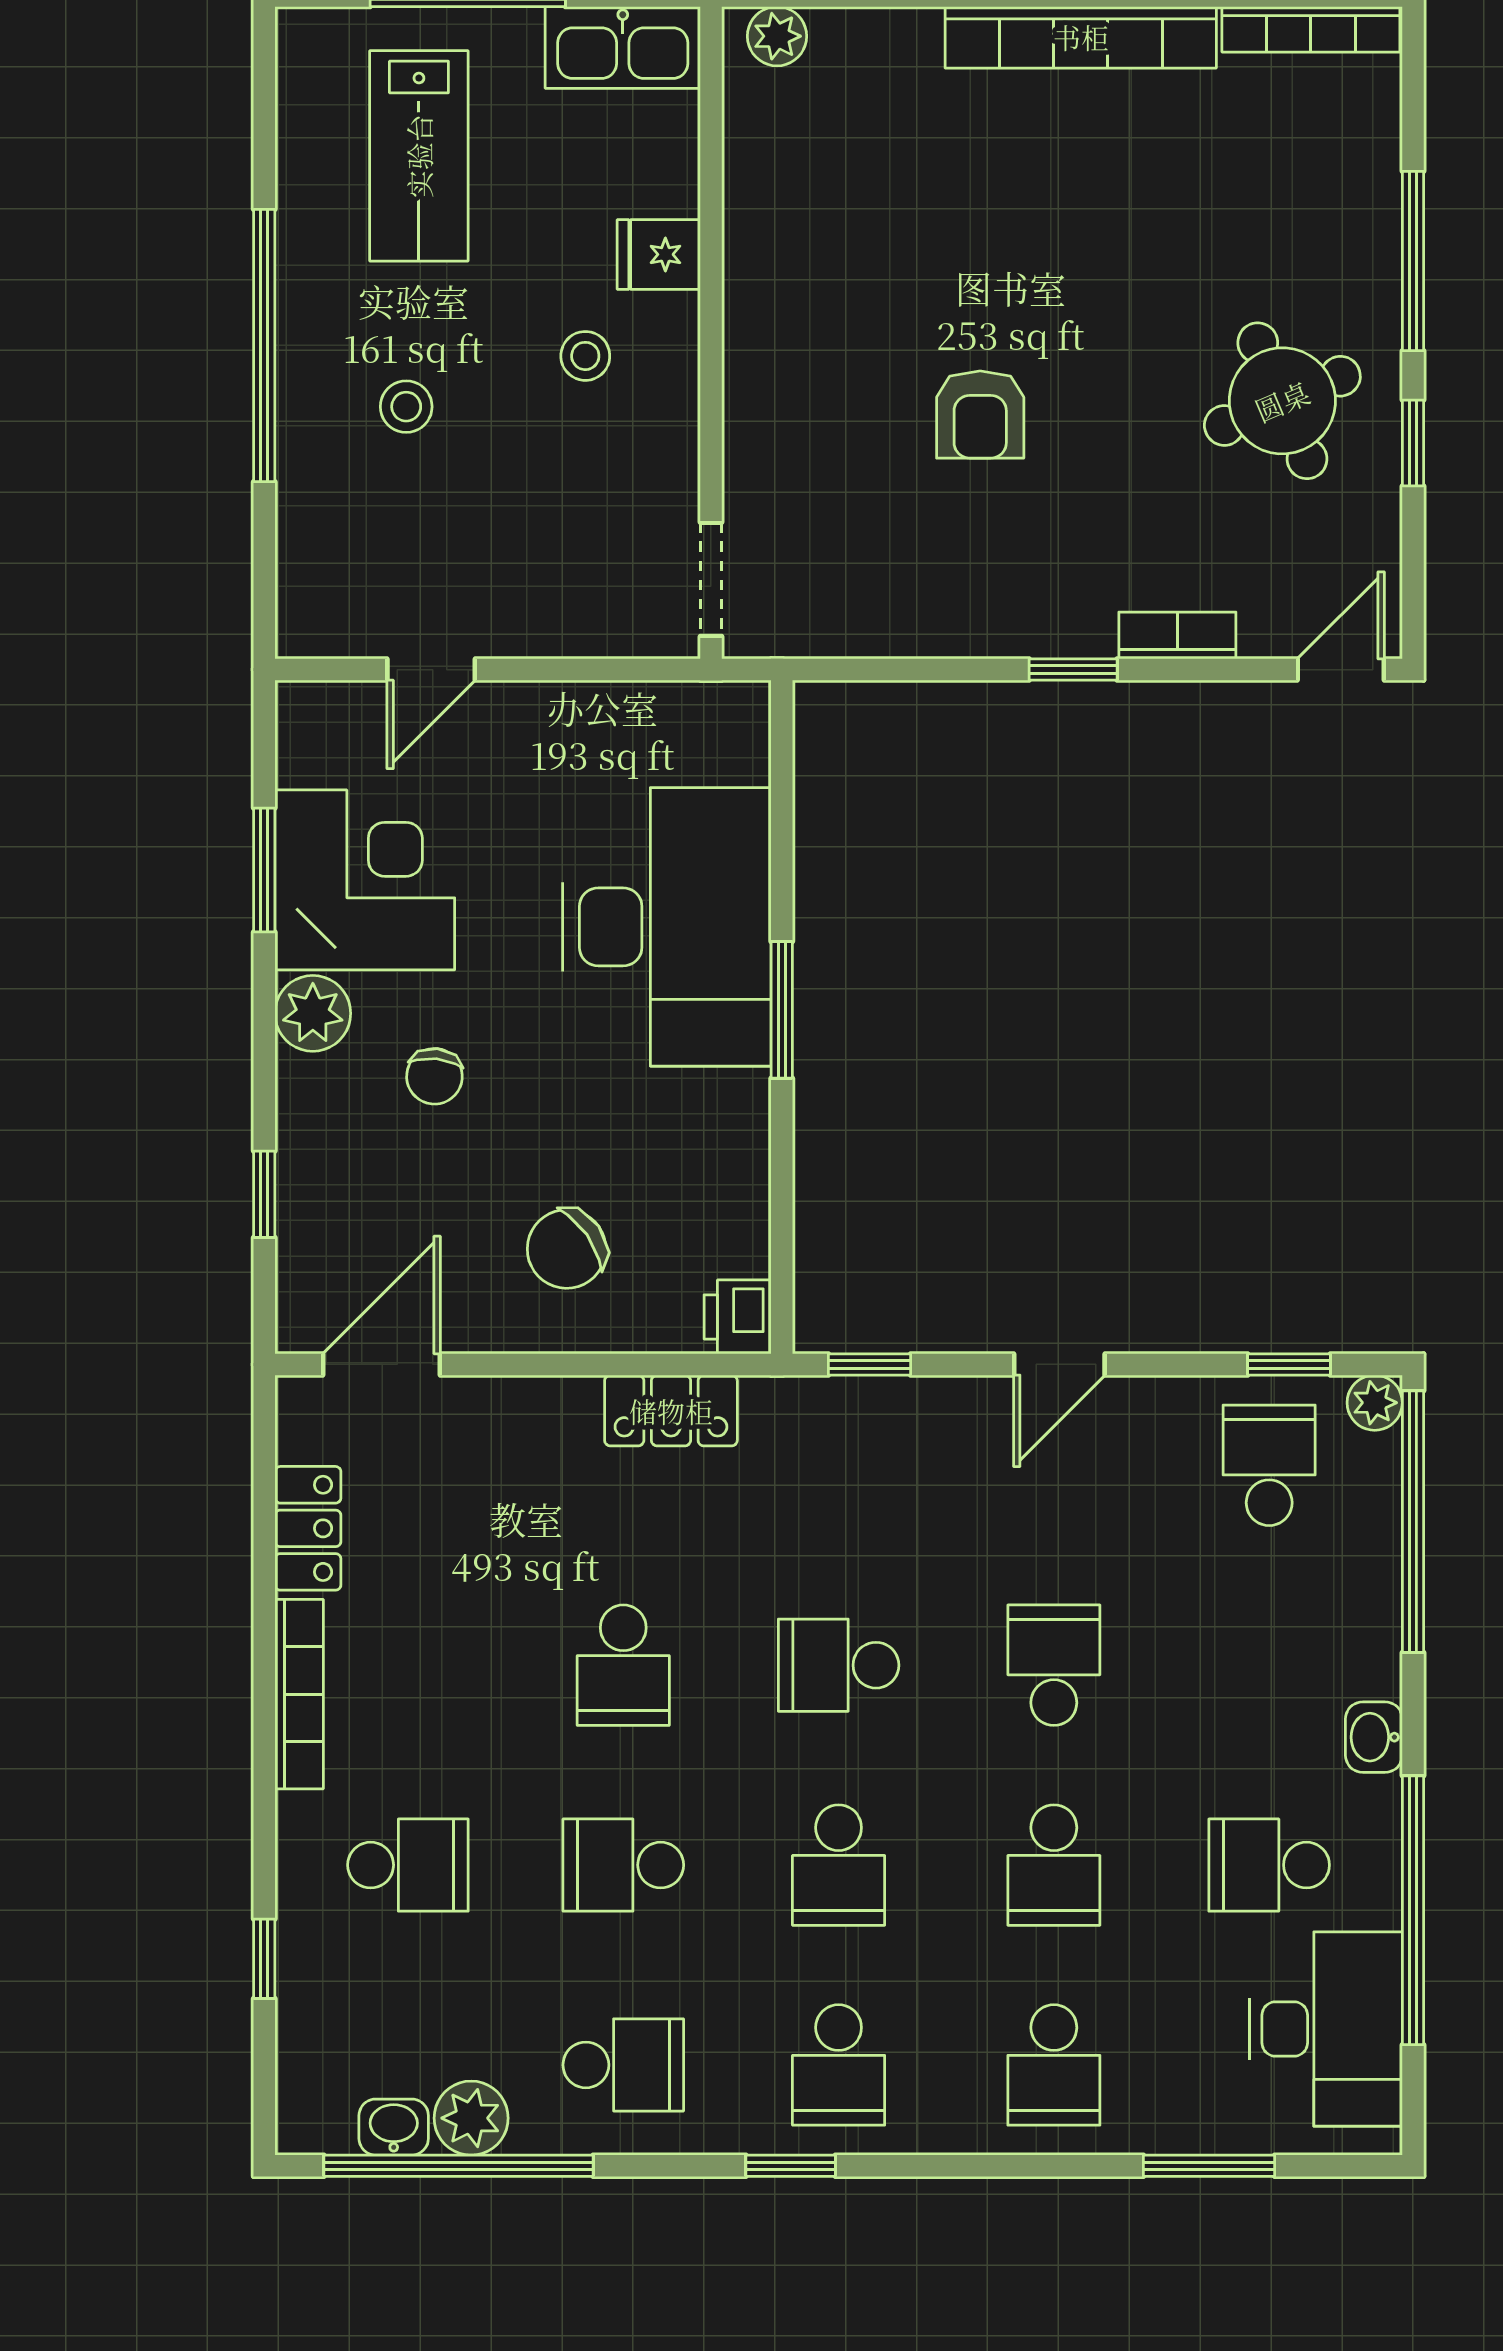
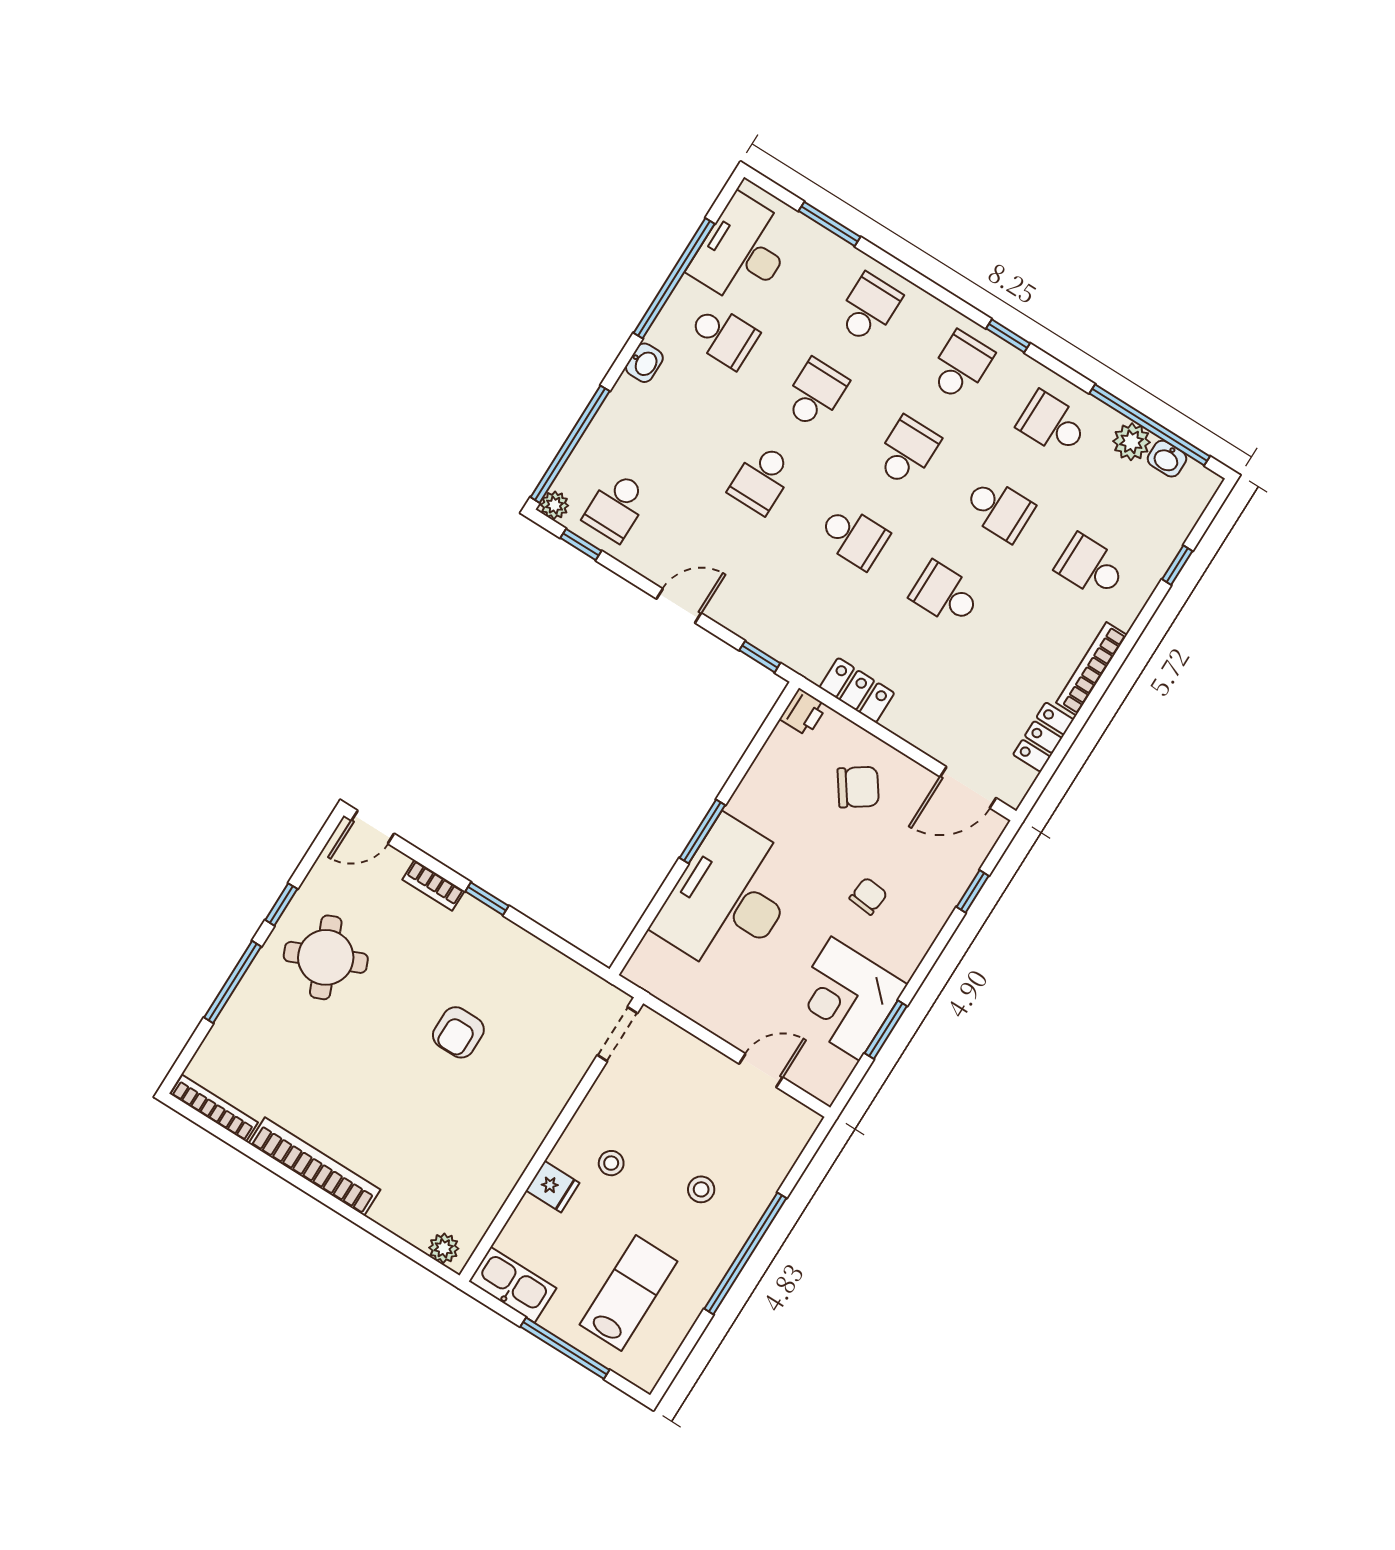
armchair: (980, 415) -> (458, 1032), turned 180
plant: (313, 1013) -> (903, 956), removed
school desk: (623, 1665) -> (945, 594), turned -90

